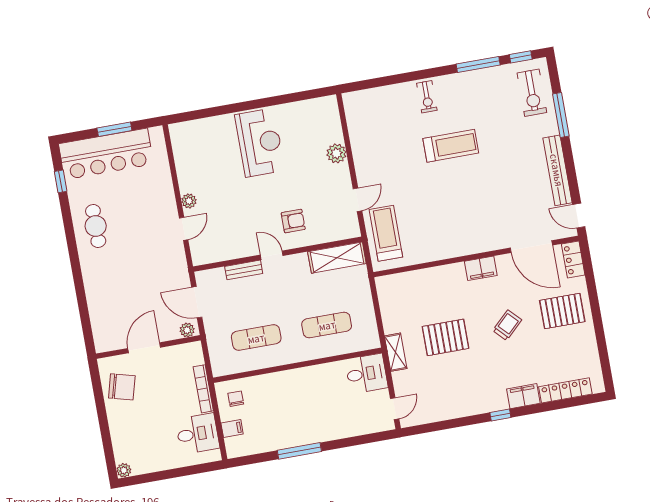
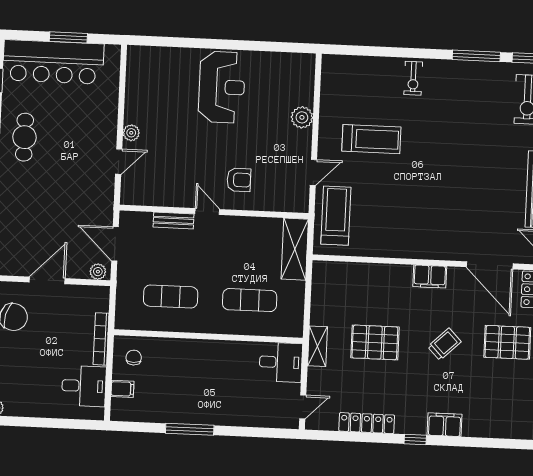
treadmill: (451, 146) -> (371, 139), moved
shelving: (337, 258) -> (295, 249), moved, turned 90
locker: (565, 390) -> (367, 423), moved

